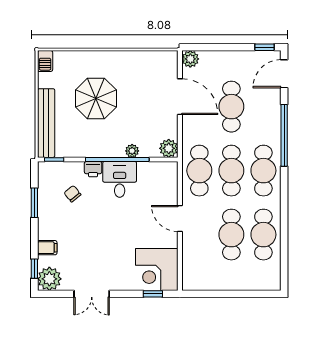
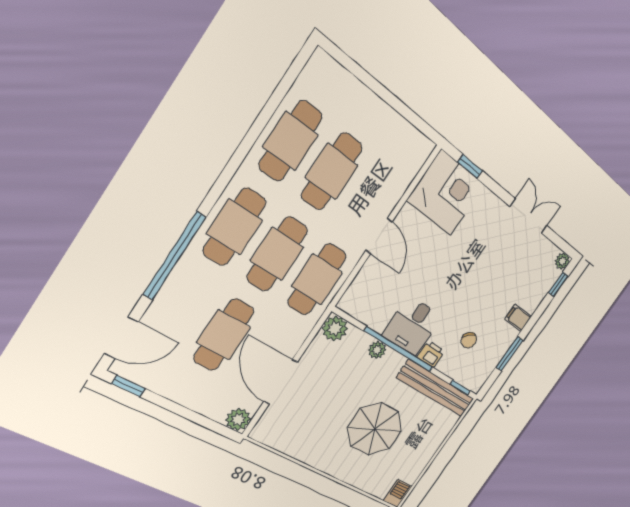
bench: (46, 123) -> (436, 388), moved, turned 90
filing cabinet: (47, 248) -> (518, 318), moved
plant: (49, 279) -> (562, 261), width x0.53, depth x0.53

